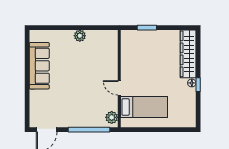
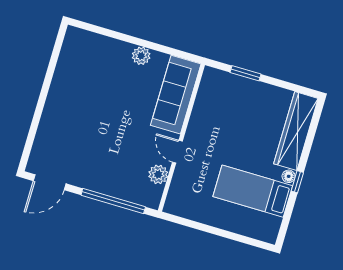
sofa: (39, 66) -> (176, 95), moved, turned 180
bed: (144, 107) -> (253, 191), moved, turned 180
plant: (112, 117) -> (158, 174), moved

